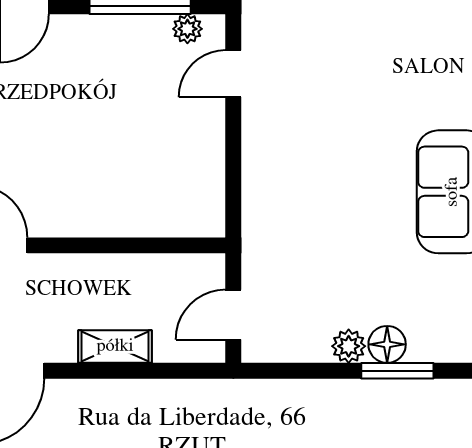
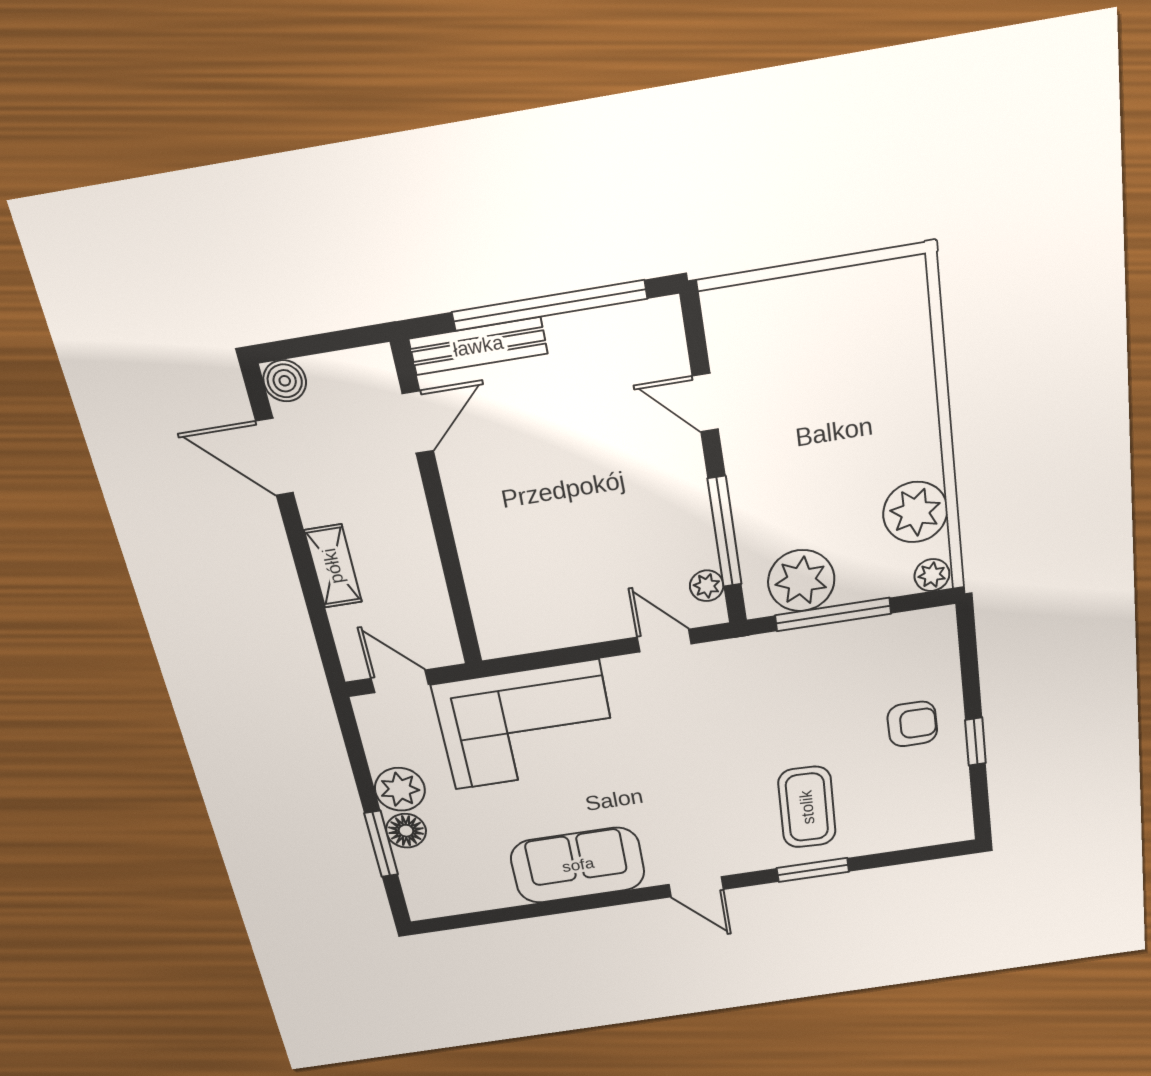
corner sofa: (296, 211) -> (526, 725), added
plant: (349, 346) -> (400, 789), width x1.38, depth x1.38

